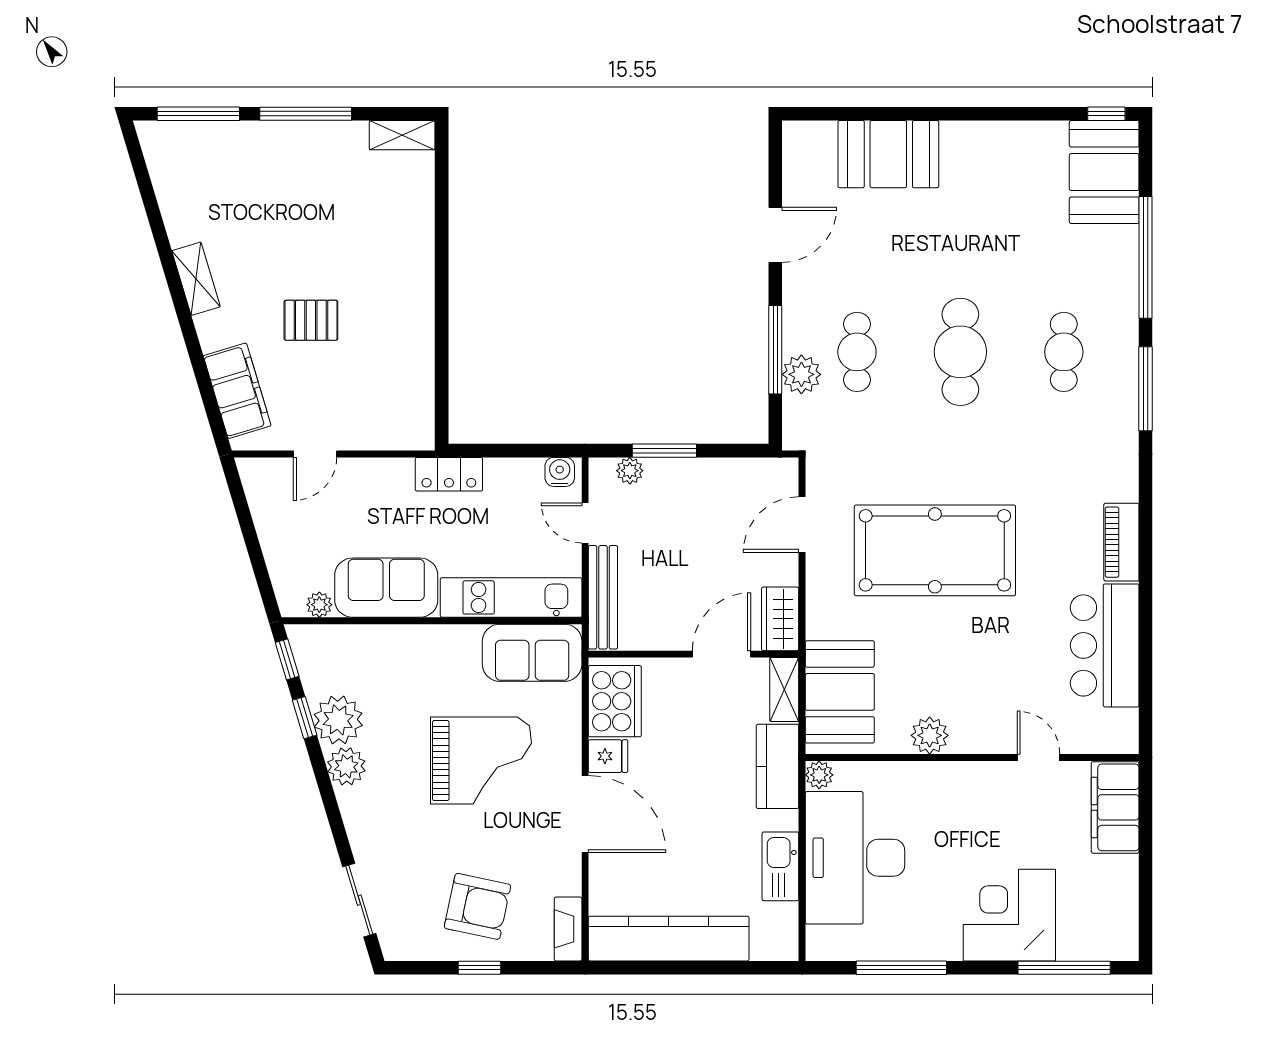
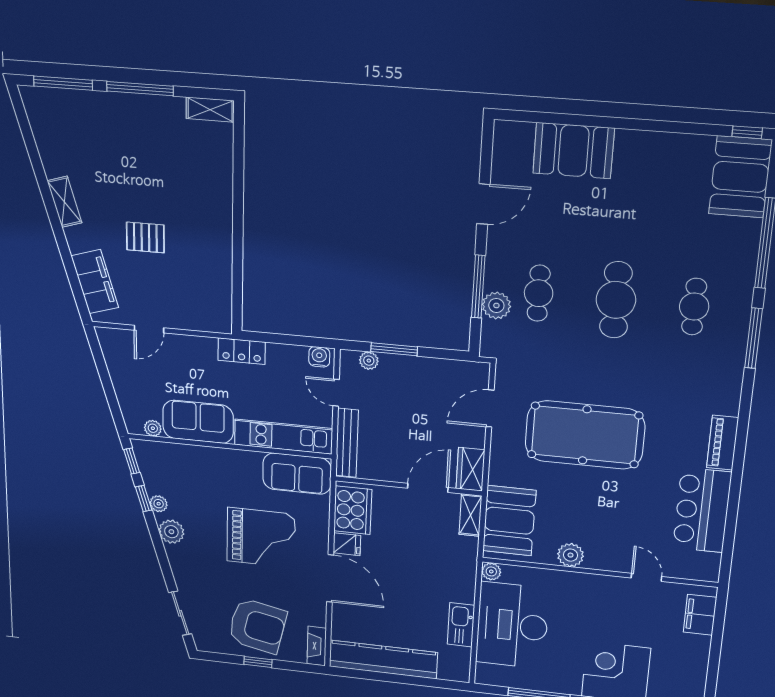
plant: (338, 720) -> (159, 504), width x0.53, depth x0.53
kitchen counter: (778, 766) -> (463, 563), removed
filing cabinet: (1115, 807) -> (700, 615), width x0.67, depth x0.86
armchair: (477, 906) -> (257, 626), width x1.36, depth x1.36

